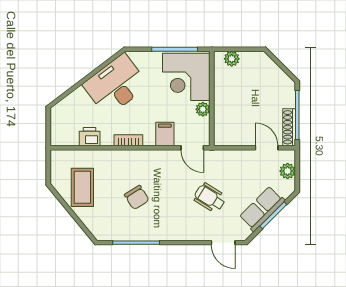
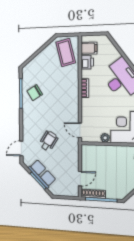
filing cabinet: (165, 134) -> (89, 48), moved
door: (192, 148) -> (80, 130), hinge flipped
plant: (288, 171) -> (65, 191), removed
coffee table: (82, 187) -> (66, 53), moved, turned 76
chair: (137, 197) -> (35, 93), moved

